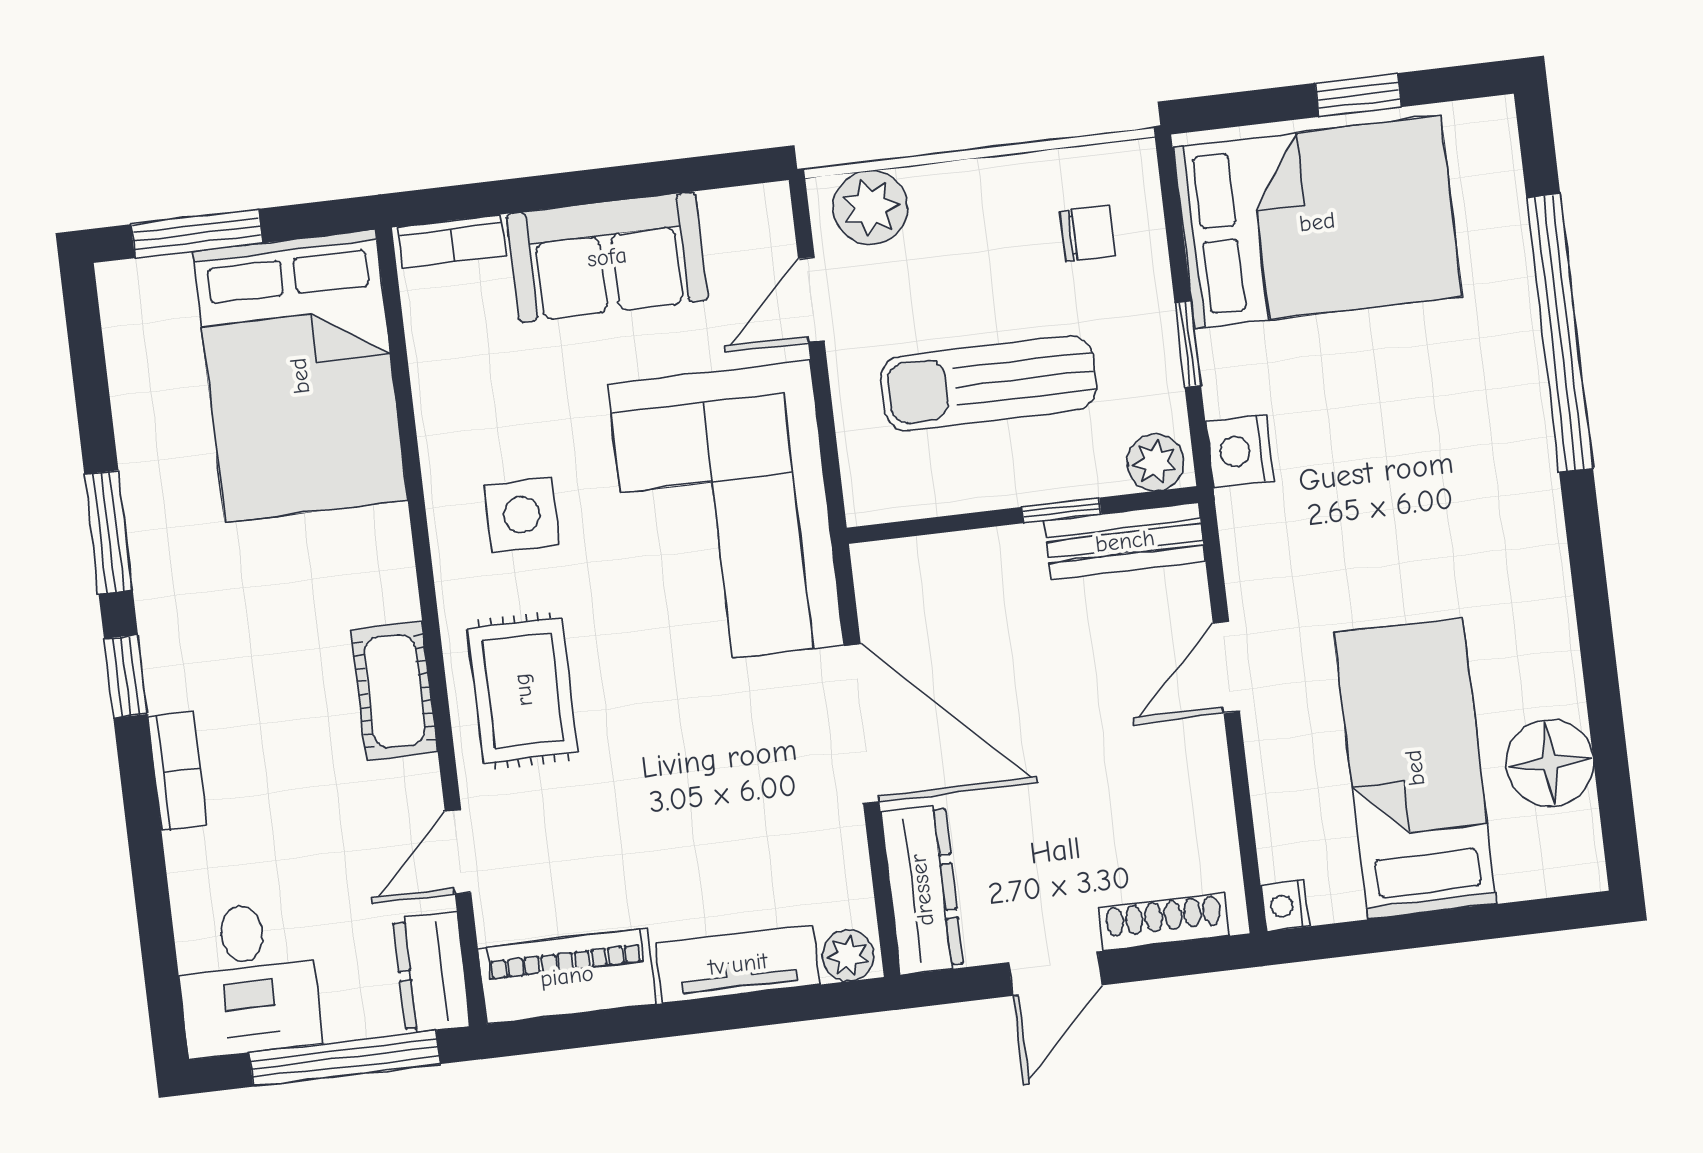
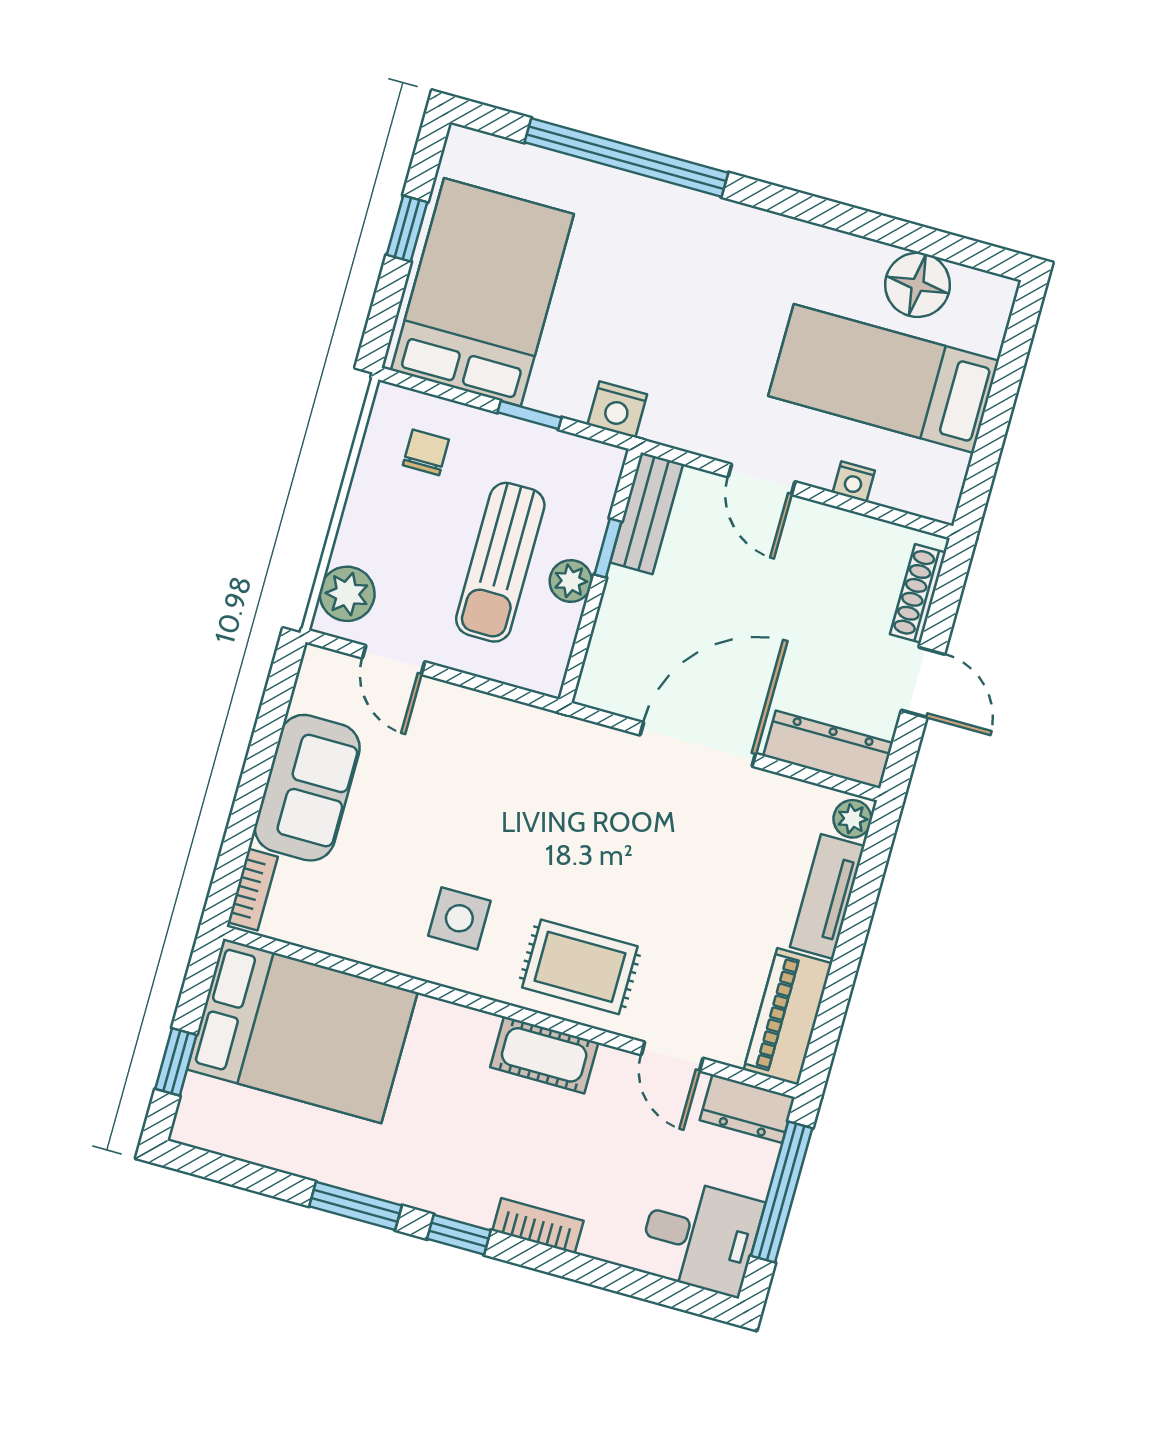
window: (197, 233) -> (176, 1062), width x0.67
plant: (1155, 462) -> (571, 581), moved
corner sofa: (726, 515) -> (517, 779), removed
nightstand: (1285, 905) -> (854, 482), moved

